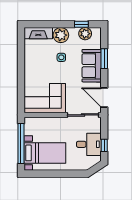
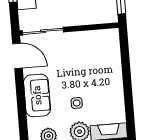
window: (104, 59) -> (21, 106), removed
corner sofa: (45, 98) -> (94, 49), removed

